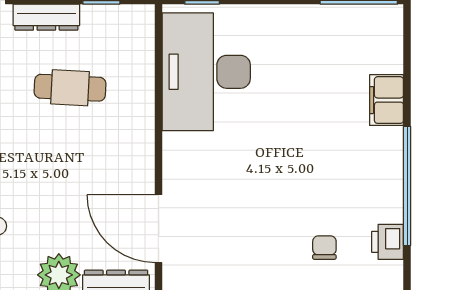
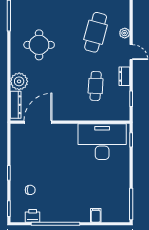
dresser: (46, 17) -> (124, 76), width x0.70
filing cabinet: (387, 100) -> (96, 215), width x0.50

